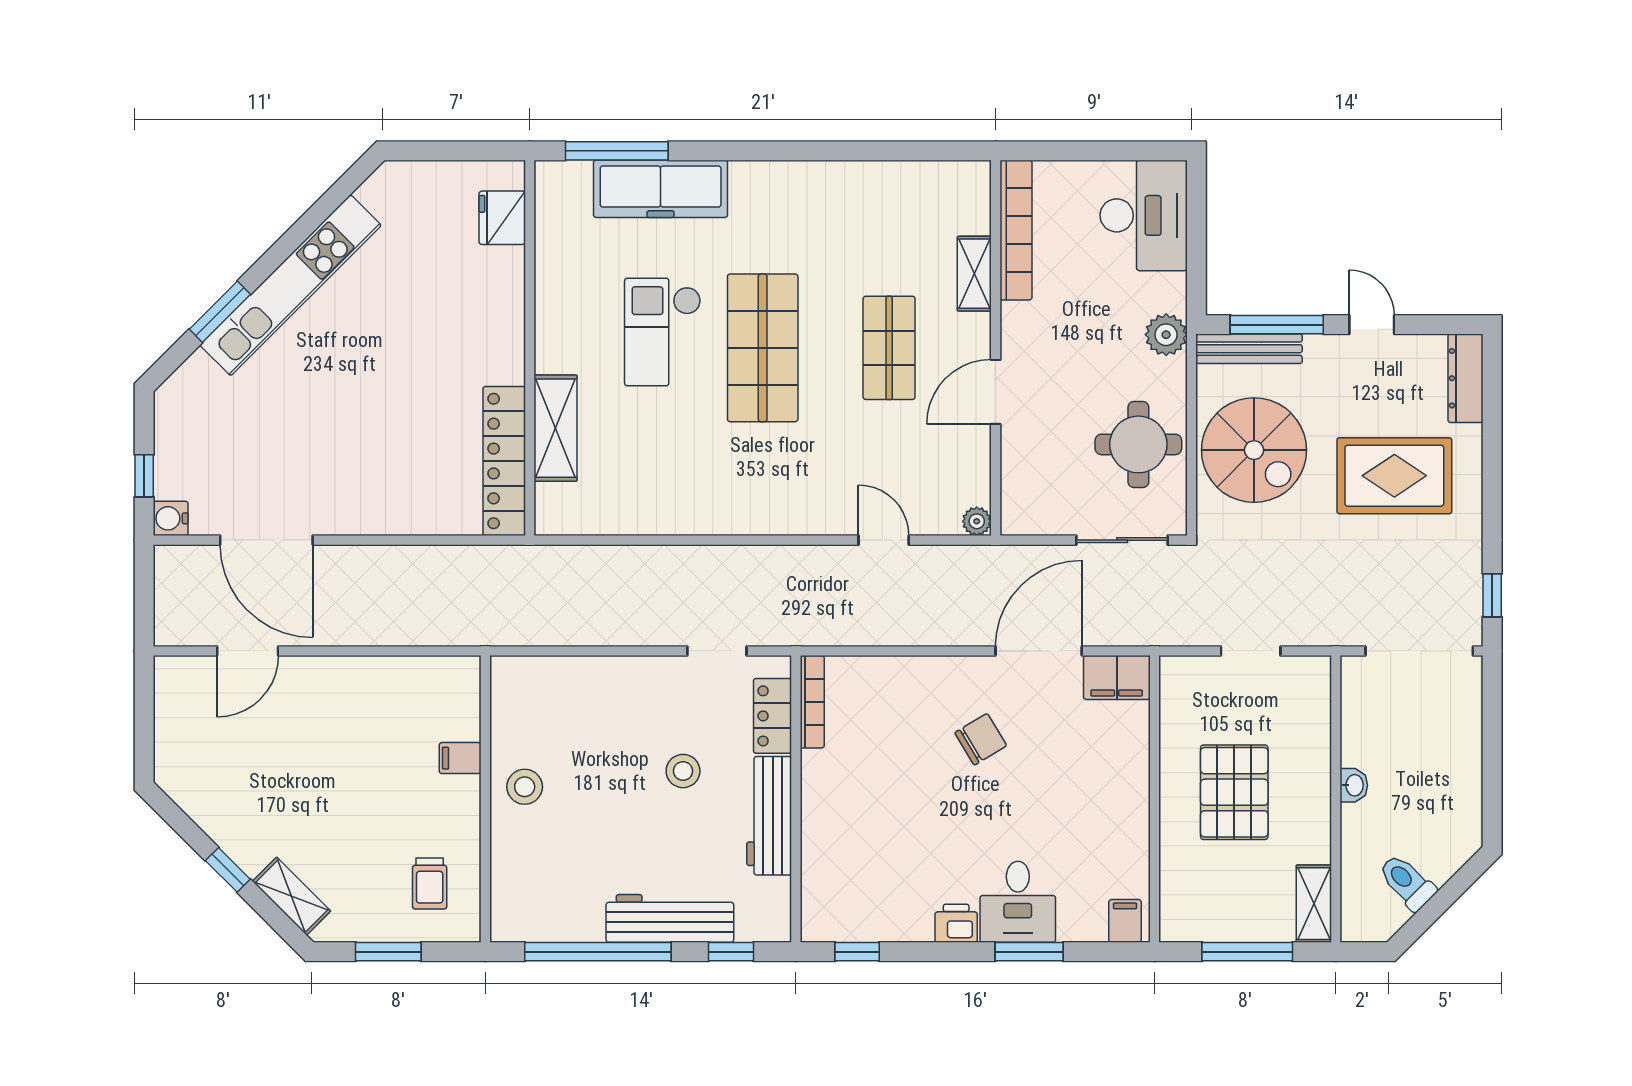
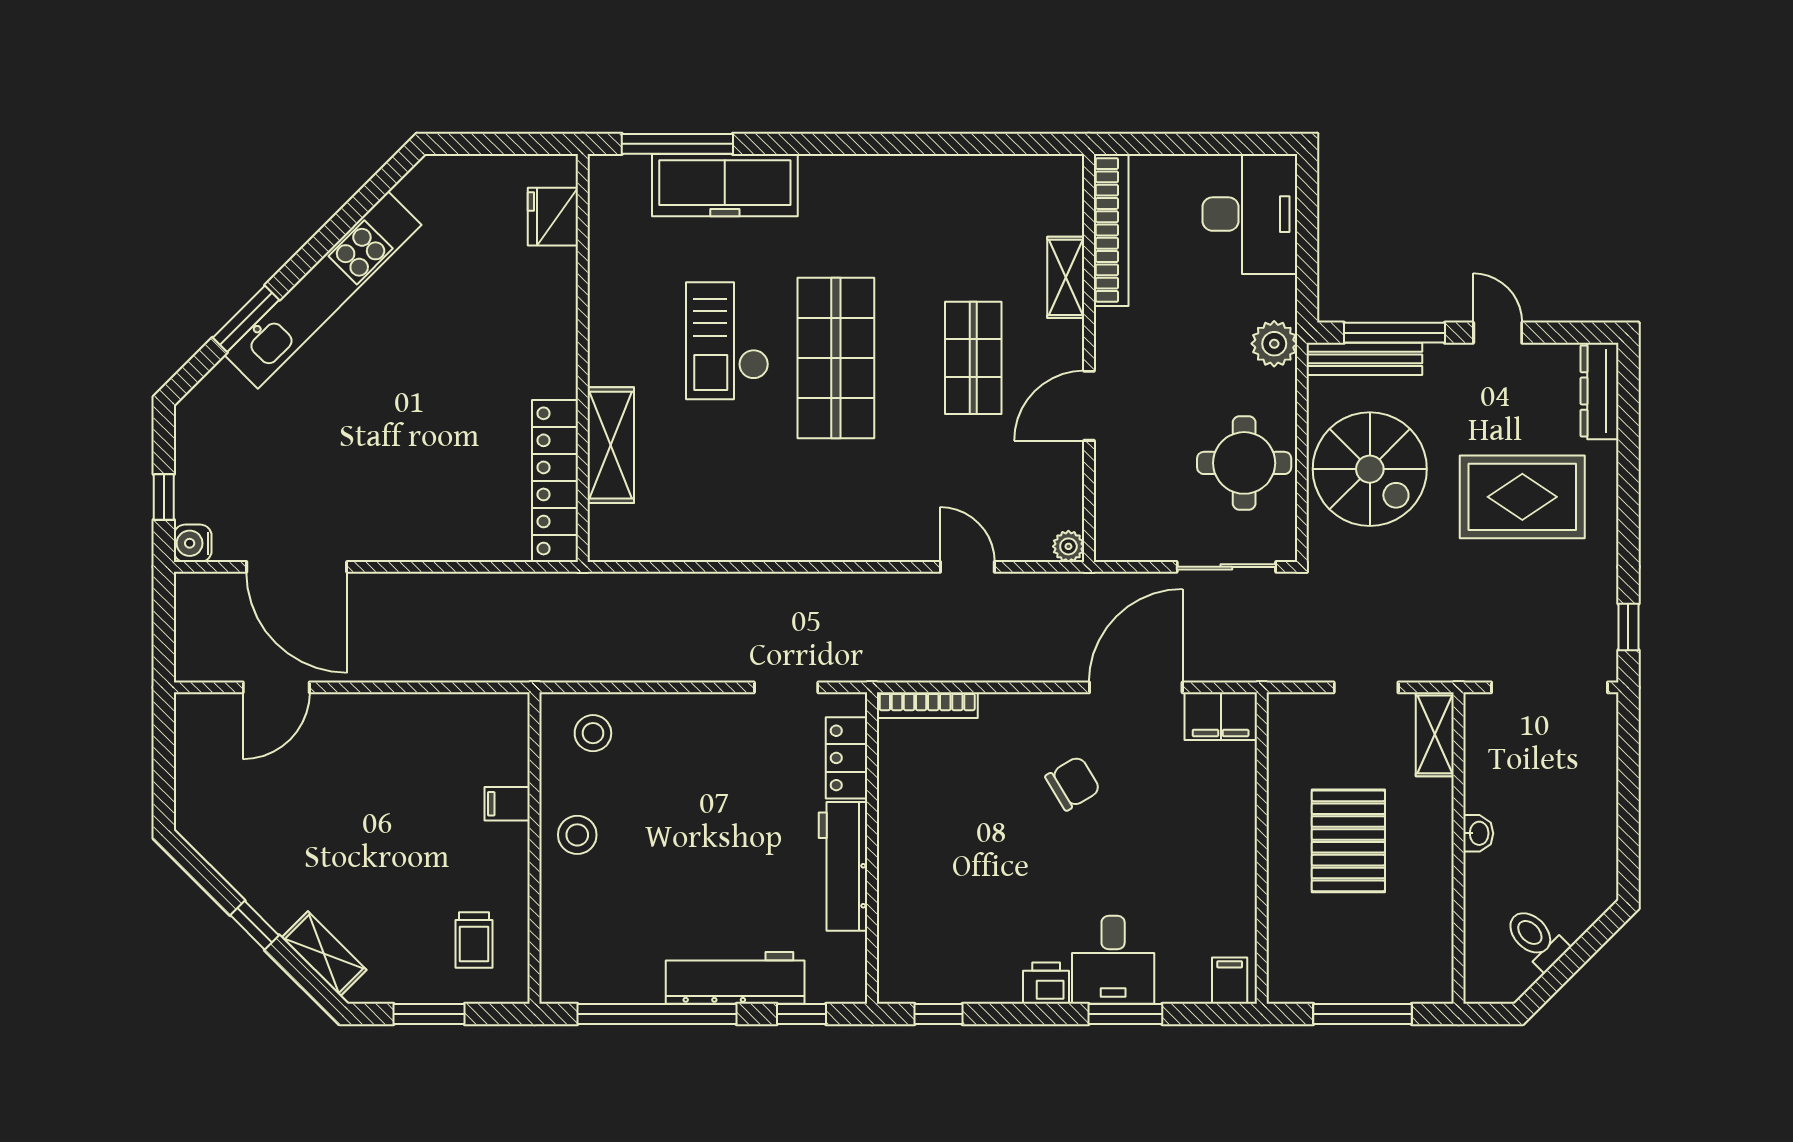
bookcase: (812, 702) -> (927, 705), moved, turned 90
stool: (683, 771) -> (593, 733), moved
shelving: (1314, 904) -> (1435, 734), moved

